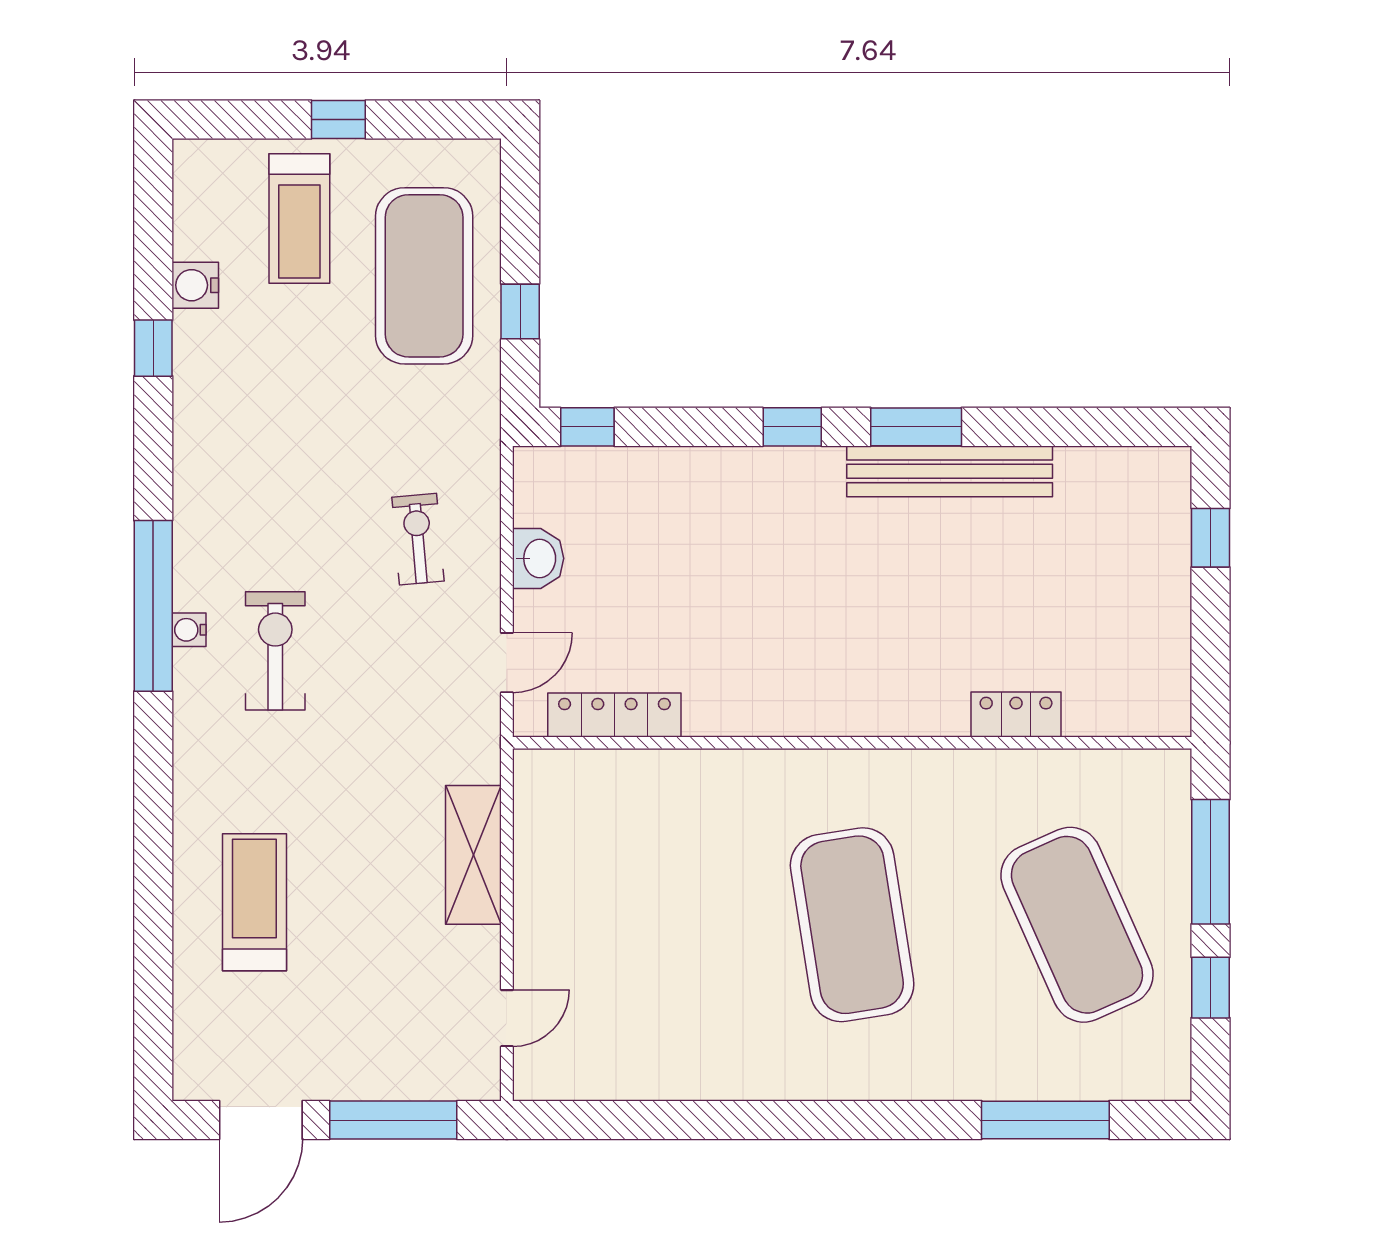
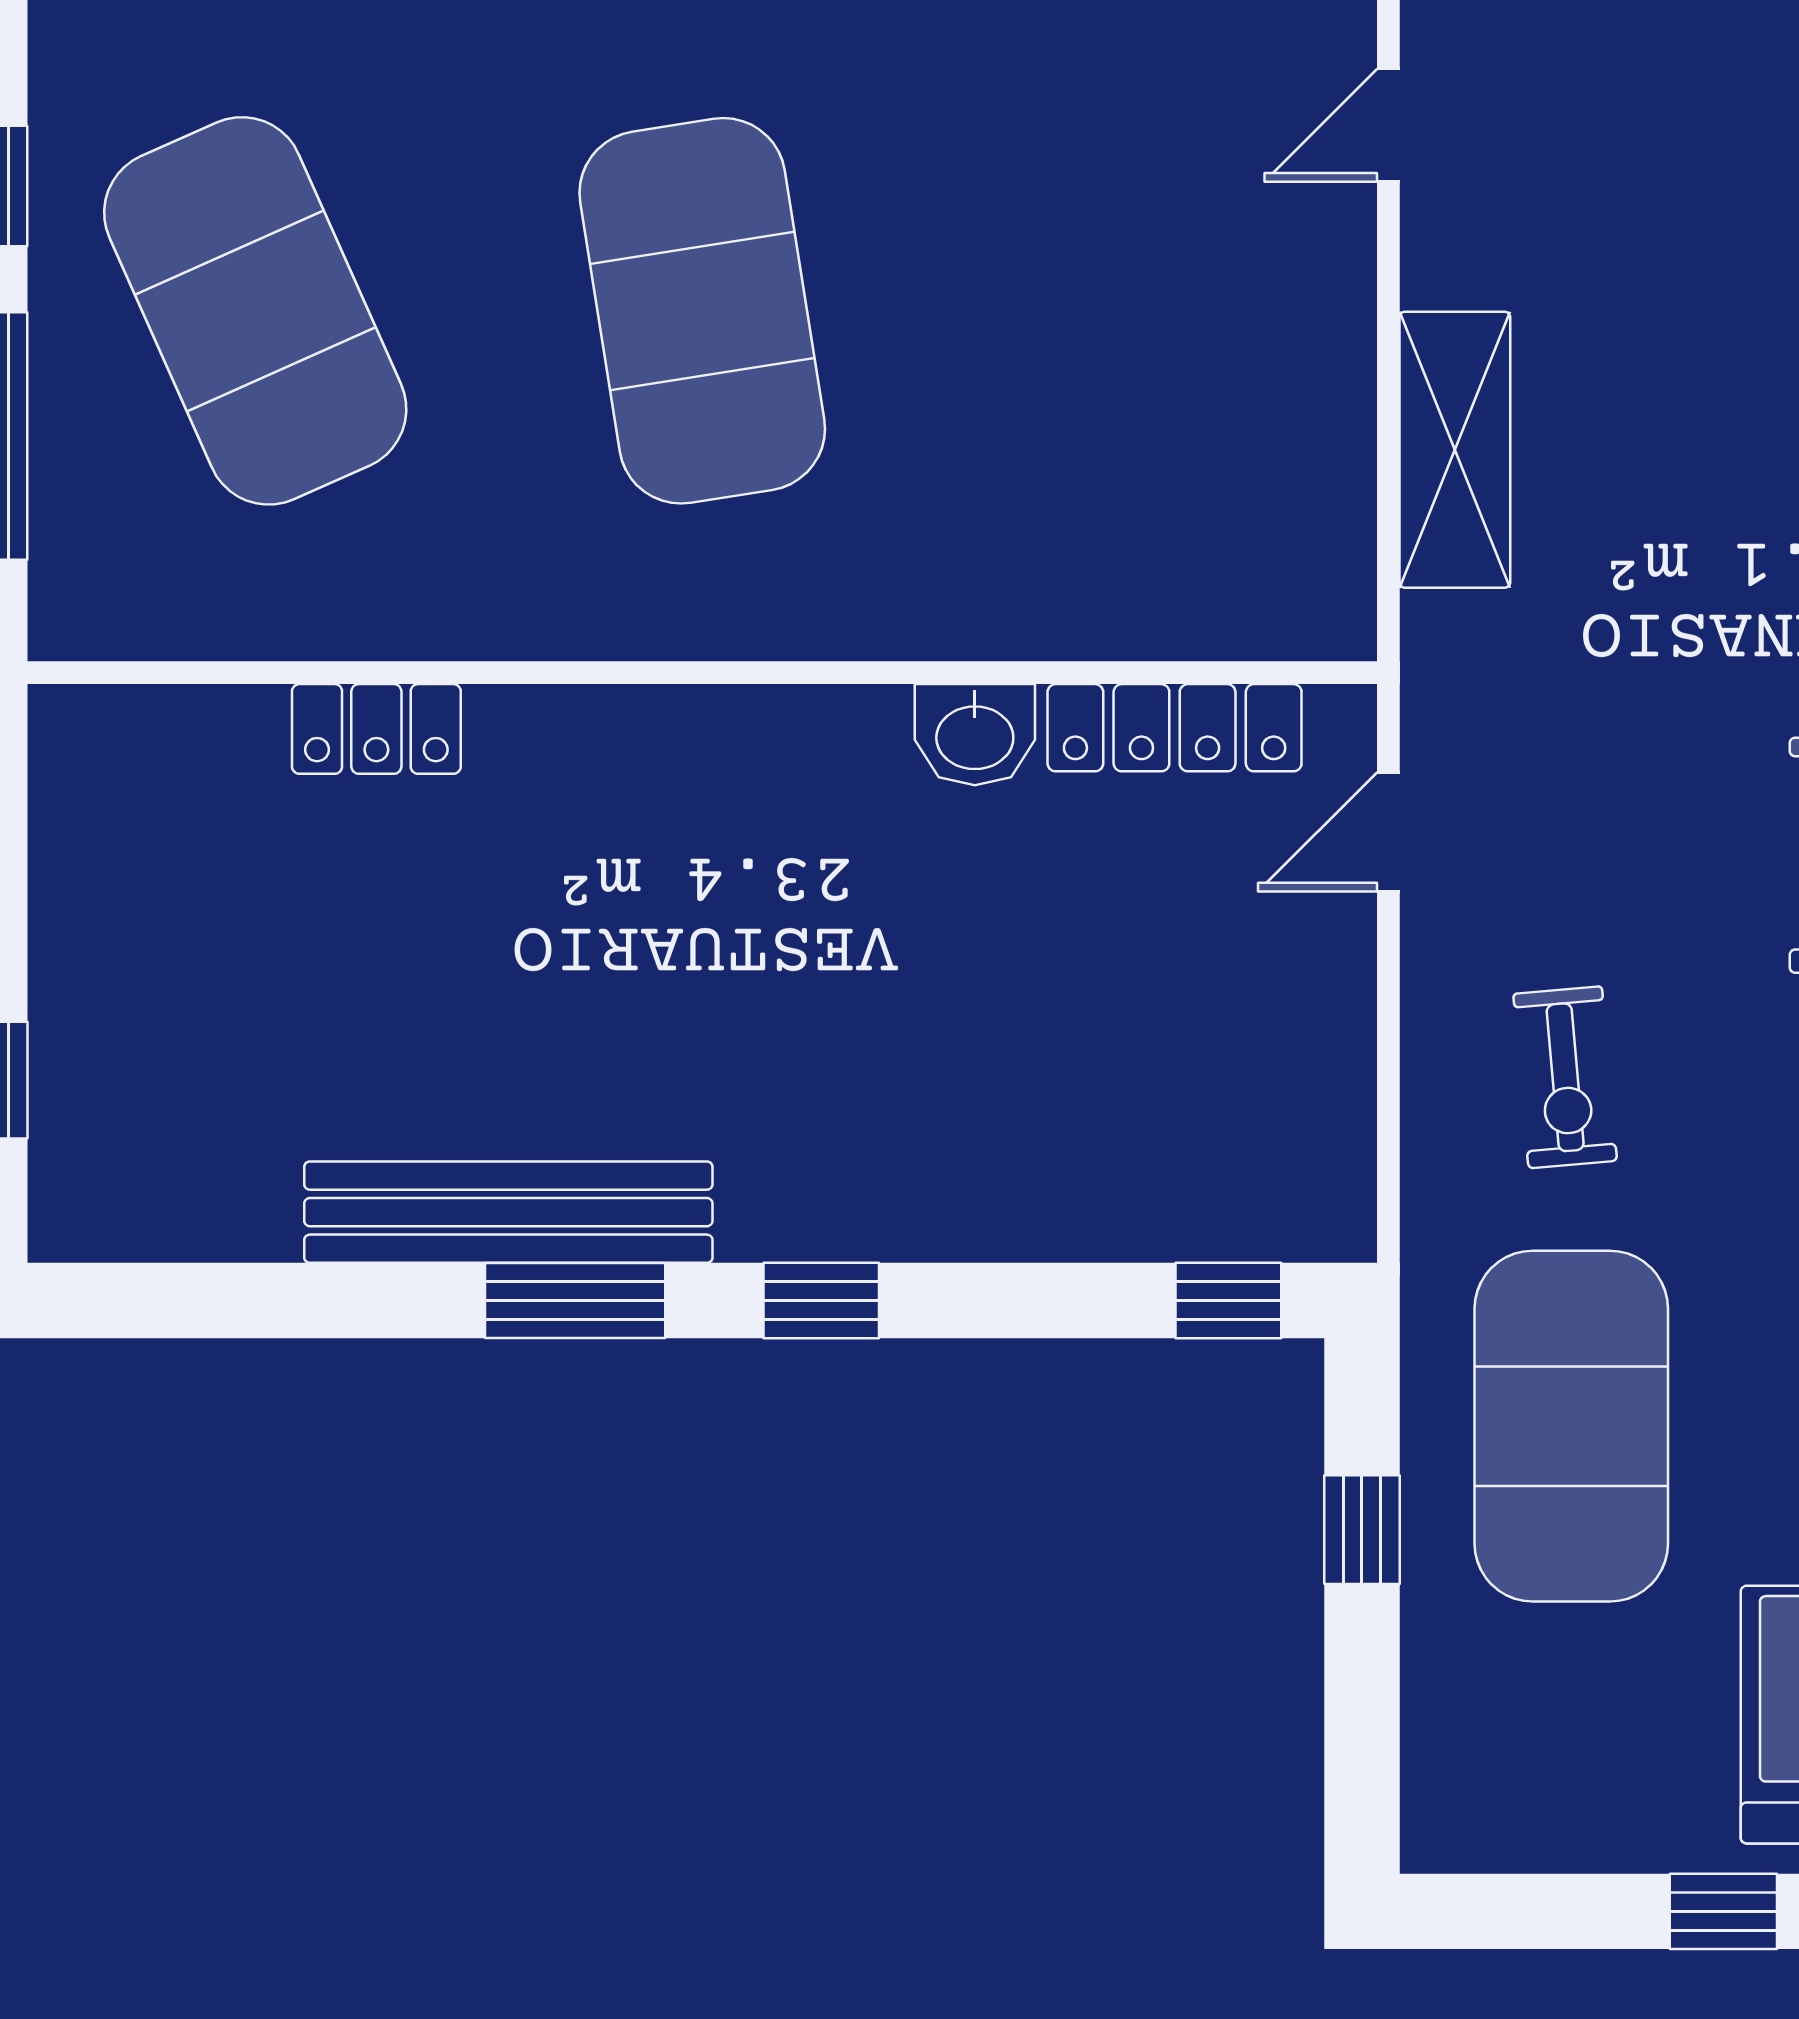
exercise mat: (424, 276) -> (1571, 1426), moved
washbasin: (538, 558) -> (975, 735), moved, turned -90

